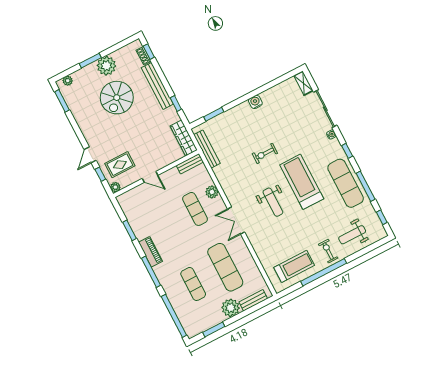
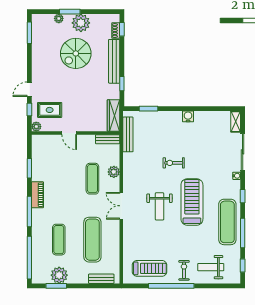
plant: (68, 81) -> (59, 18), moved
plant: (231, 308) -> (59, 275), moved

